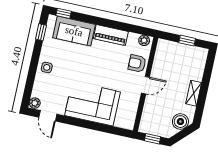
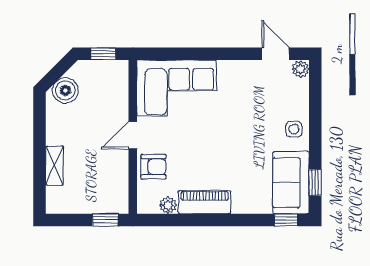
sofa: (74, 31) -> (291, 183), moved, turned -90
plant: (144, 40) -> (168, 205), moved
window: (187, 41) -> (105, 220), moved
shelving: (194, 93) -> (54, 166), moved
corner sofa: (92, 104) -> (177, 88), moved

